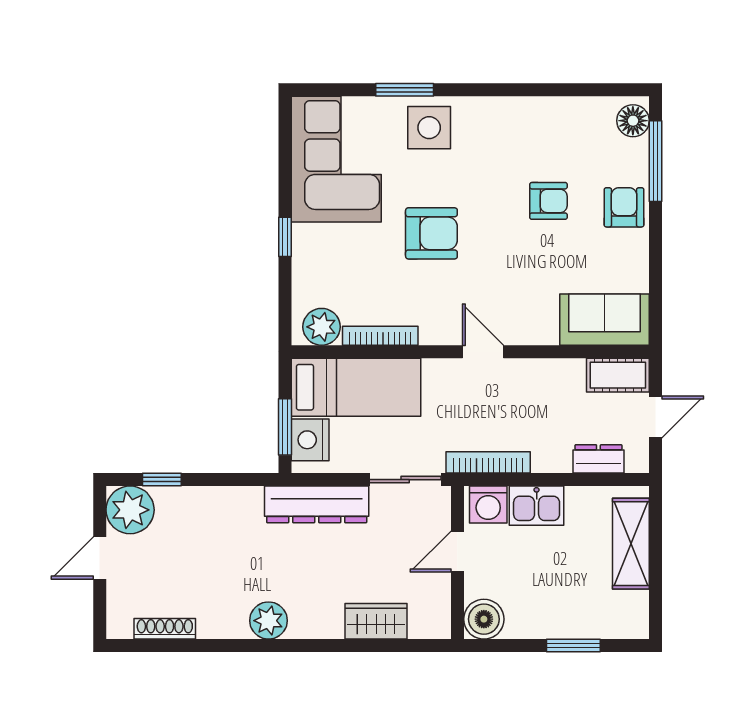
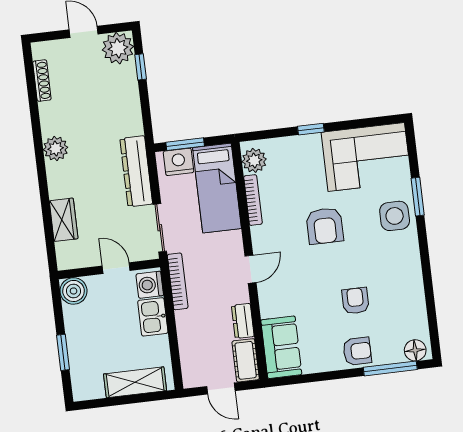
armchair: (548, 201) -> (355, 301), turned 180
dresser: (598, 459) -> (243, 321), moved, turned 180

